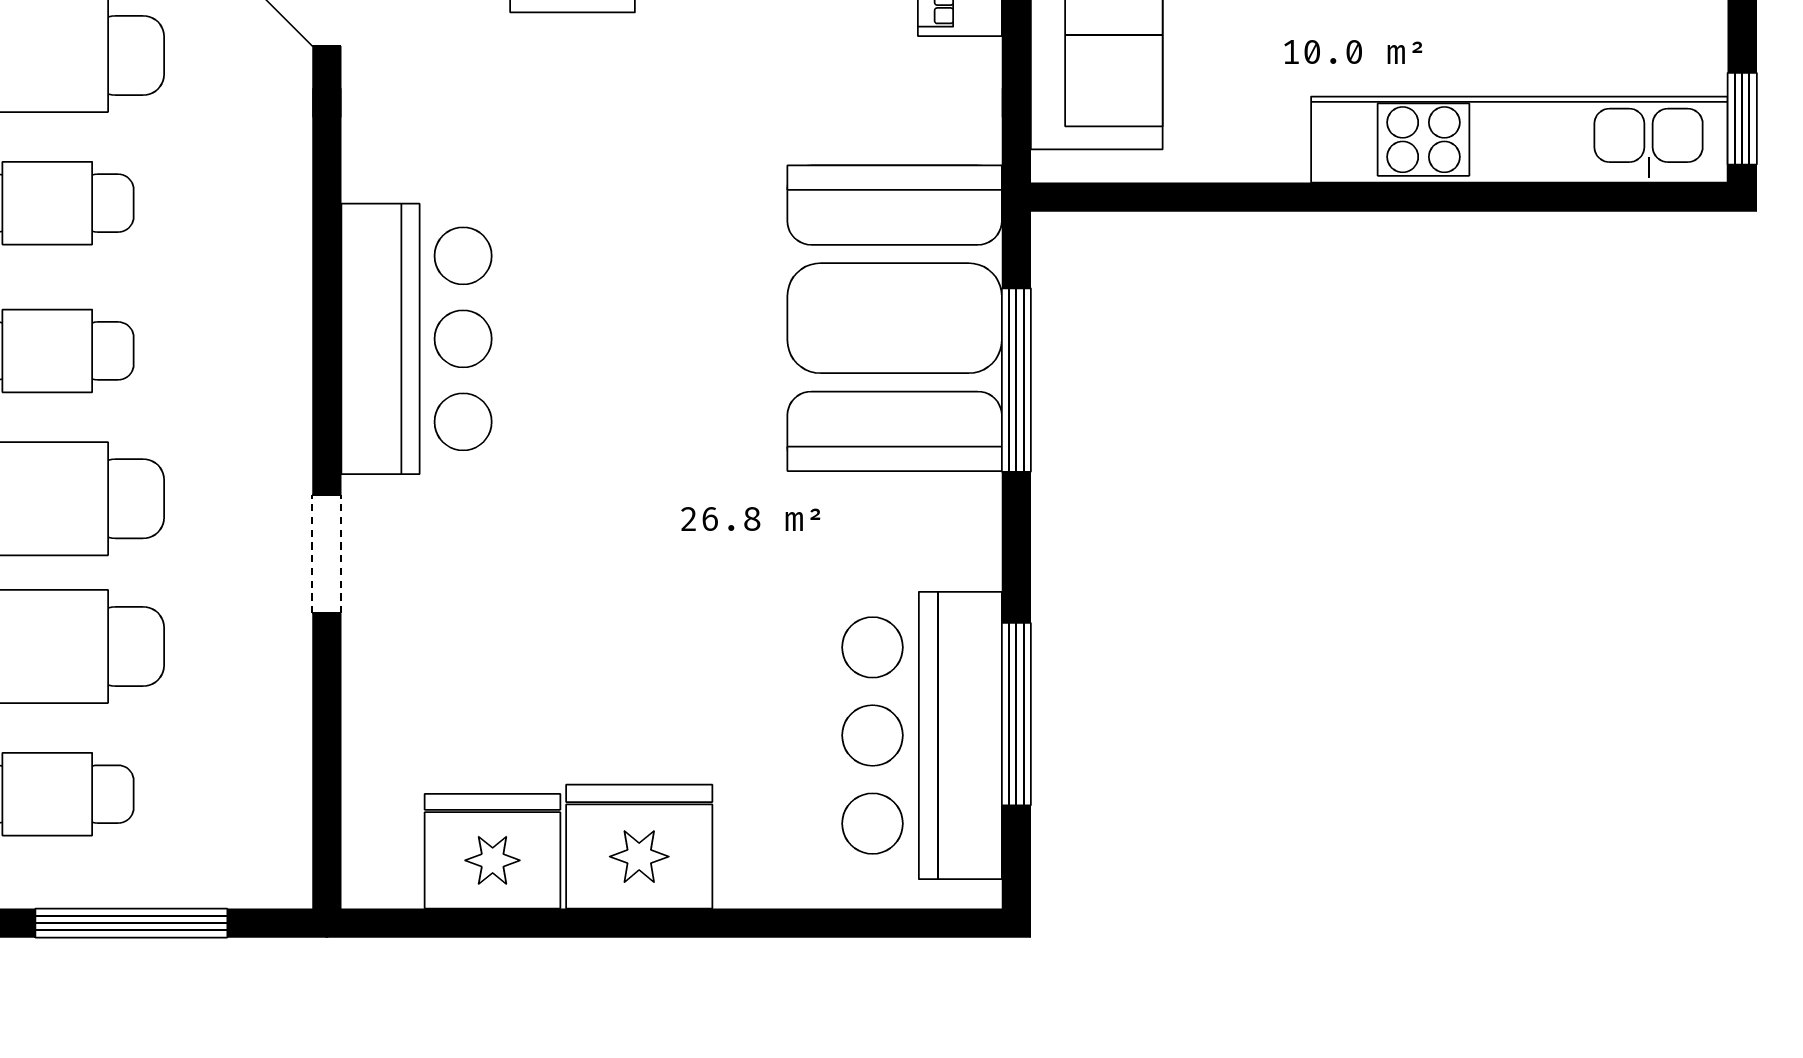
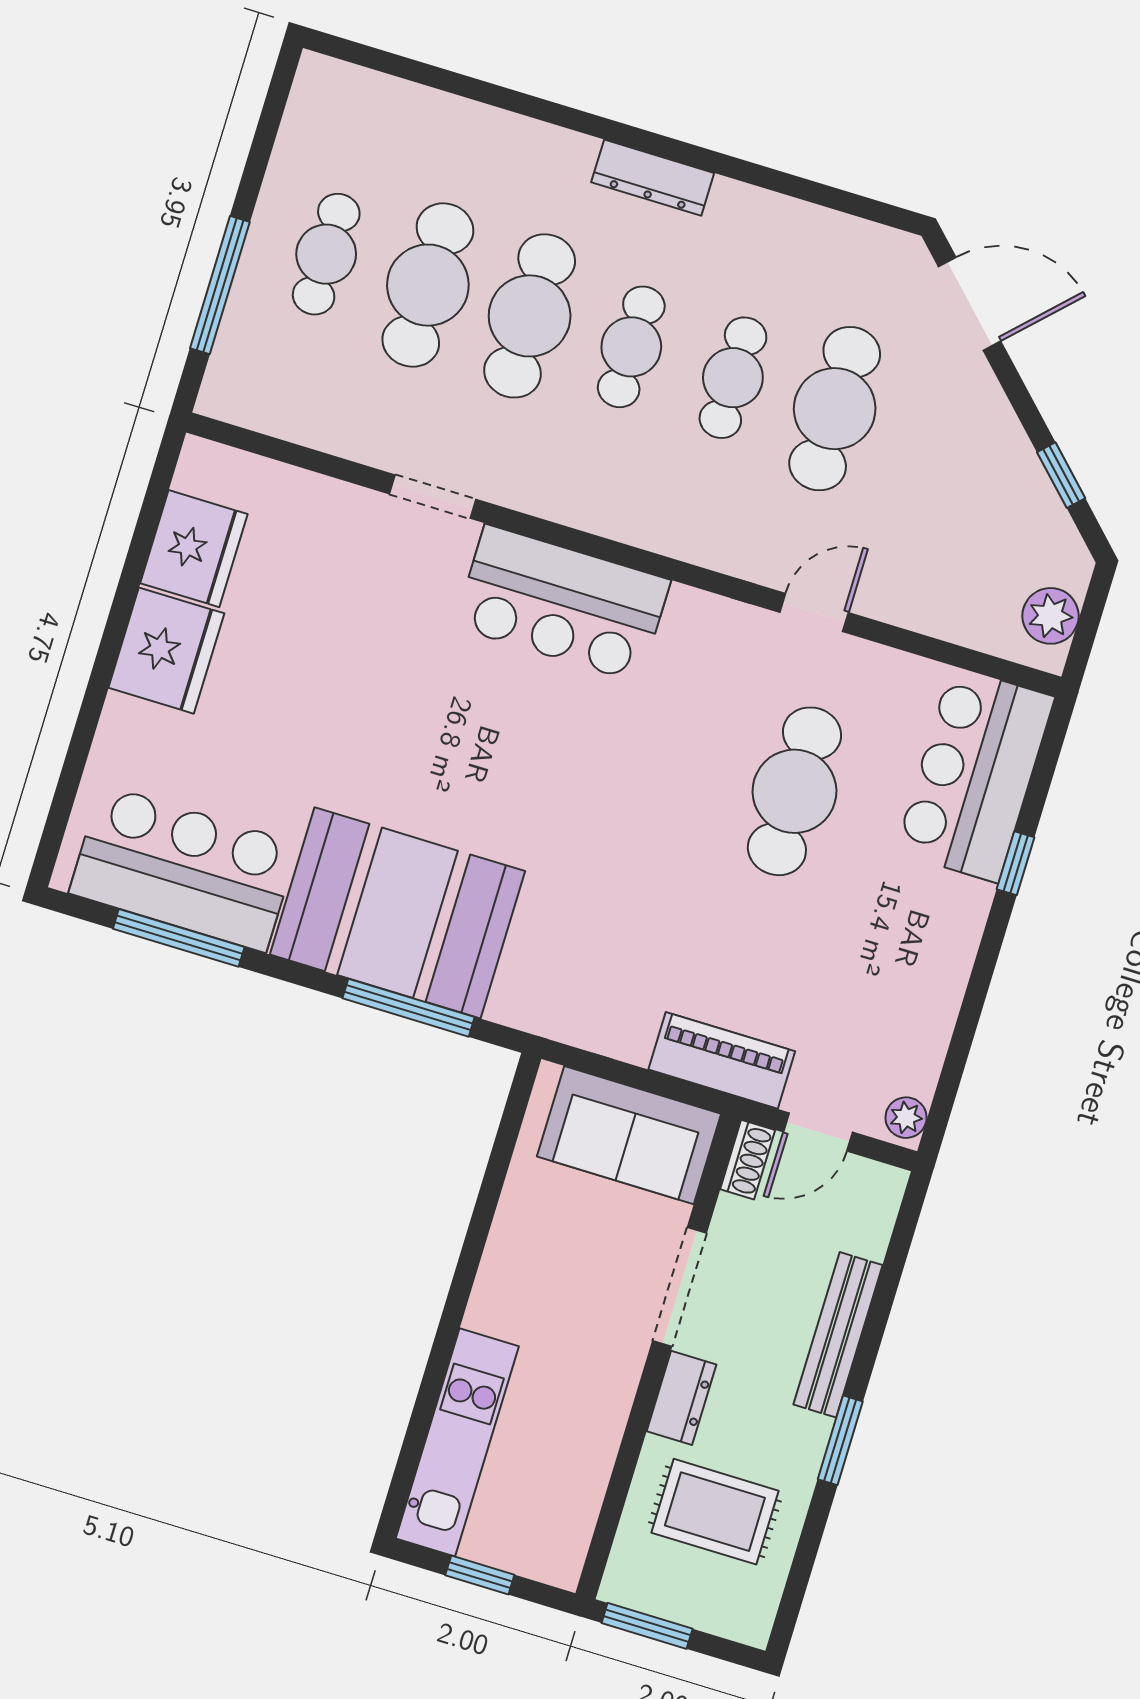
window: (1742, 119) -> (480, 1575), moved
kitchen unit: (1519, 140) -> (457, 1442), width x0.73
booth: (895, 318) -> (398, 913), moved

